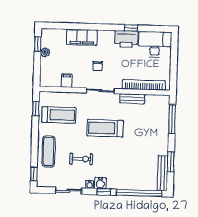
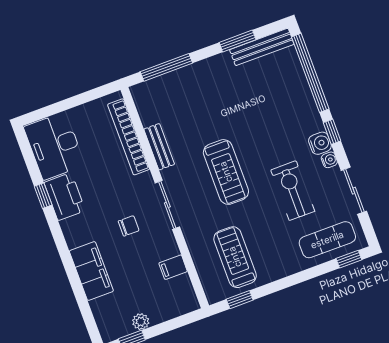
exercise mat: (49, 151) -> (327, 240), moved
exercise bike: (81, 159) -> (293, 191), width x1.38, depth x1.39

